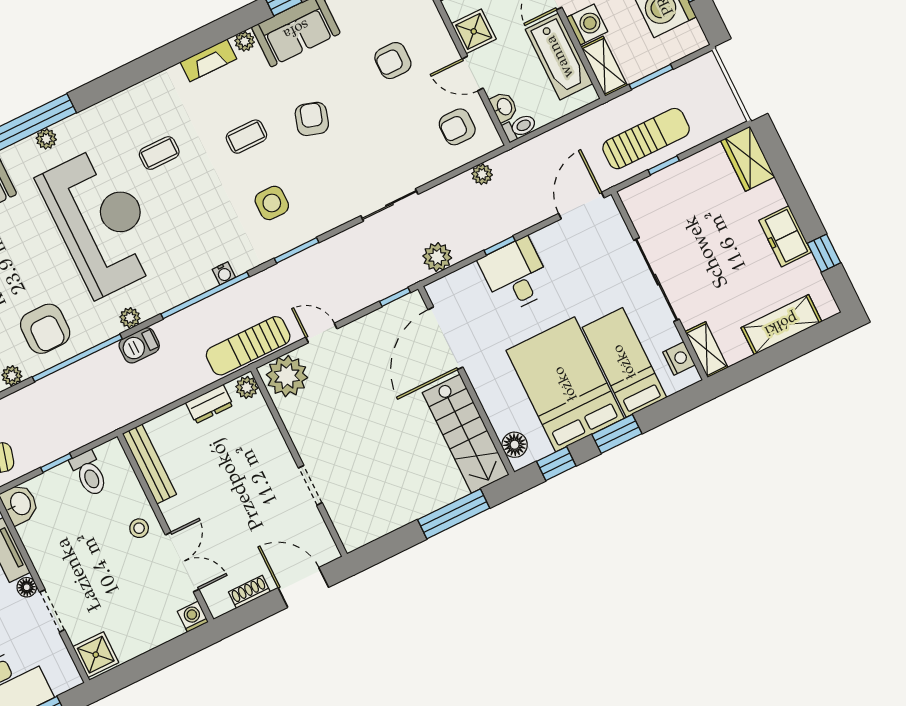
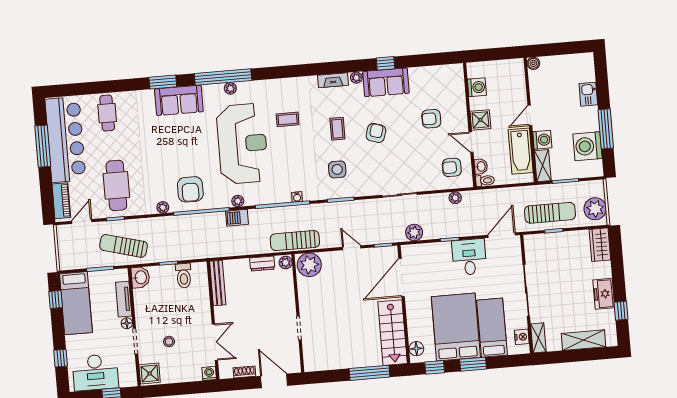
plant: (717, 103) -> (595, 209), added
coffee table: (246, 137) -> (337, 129), turned 90
desk: (516, 275) -> (469, 257), moved
door: (321, 333) -> (352, 248), moved
stool: (139, 528) -> (169, 342), moved

